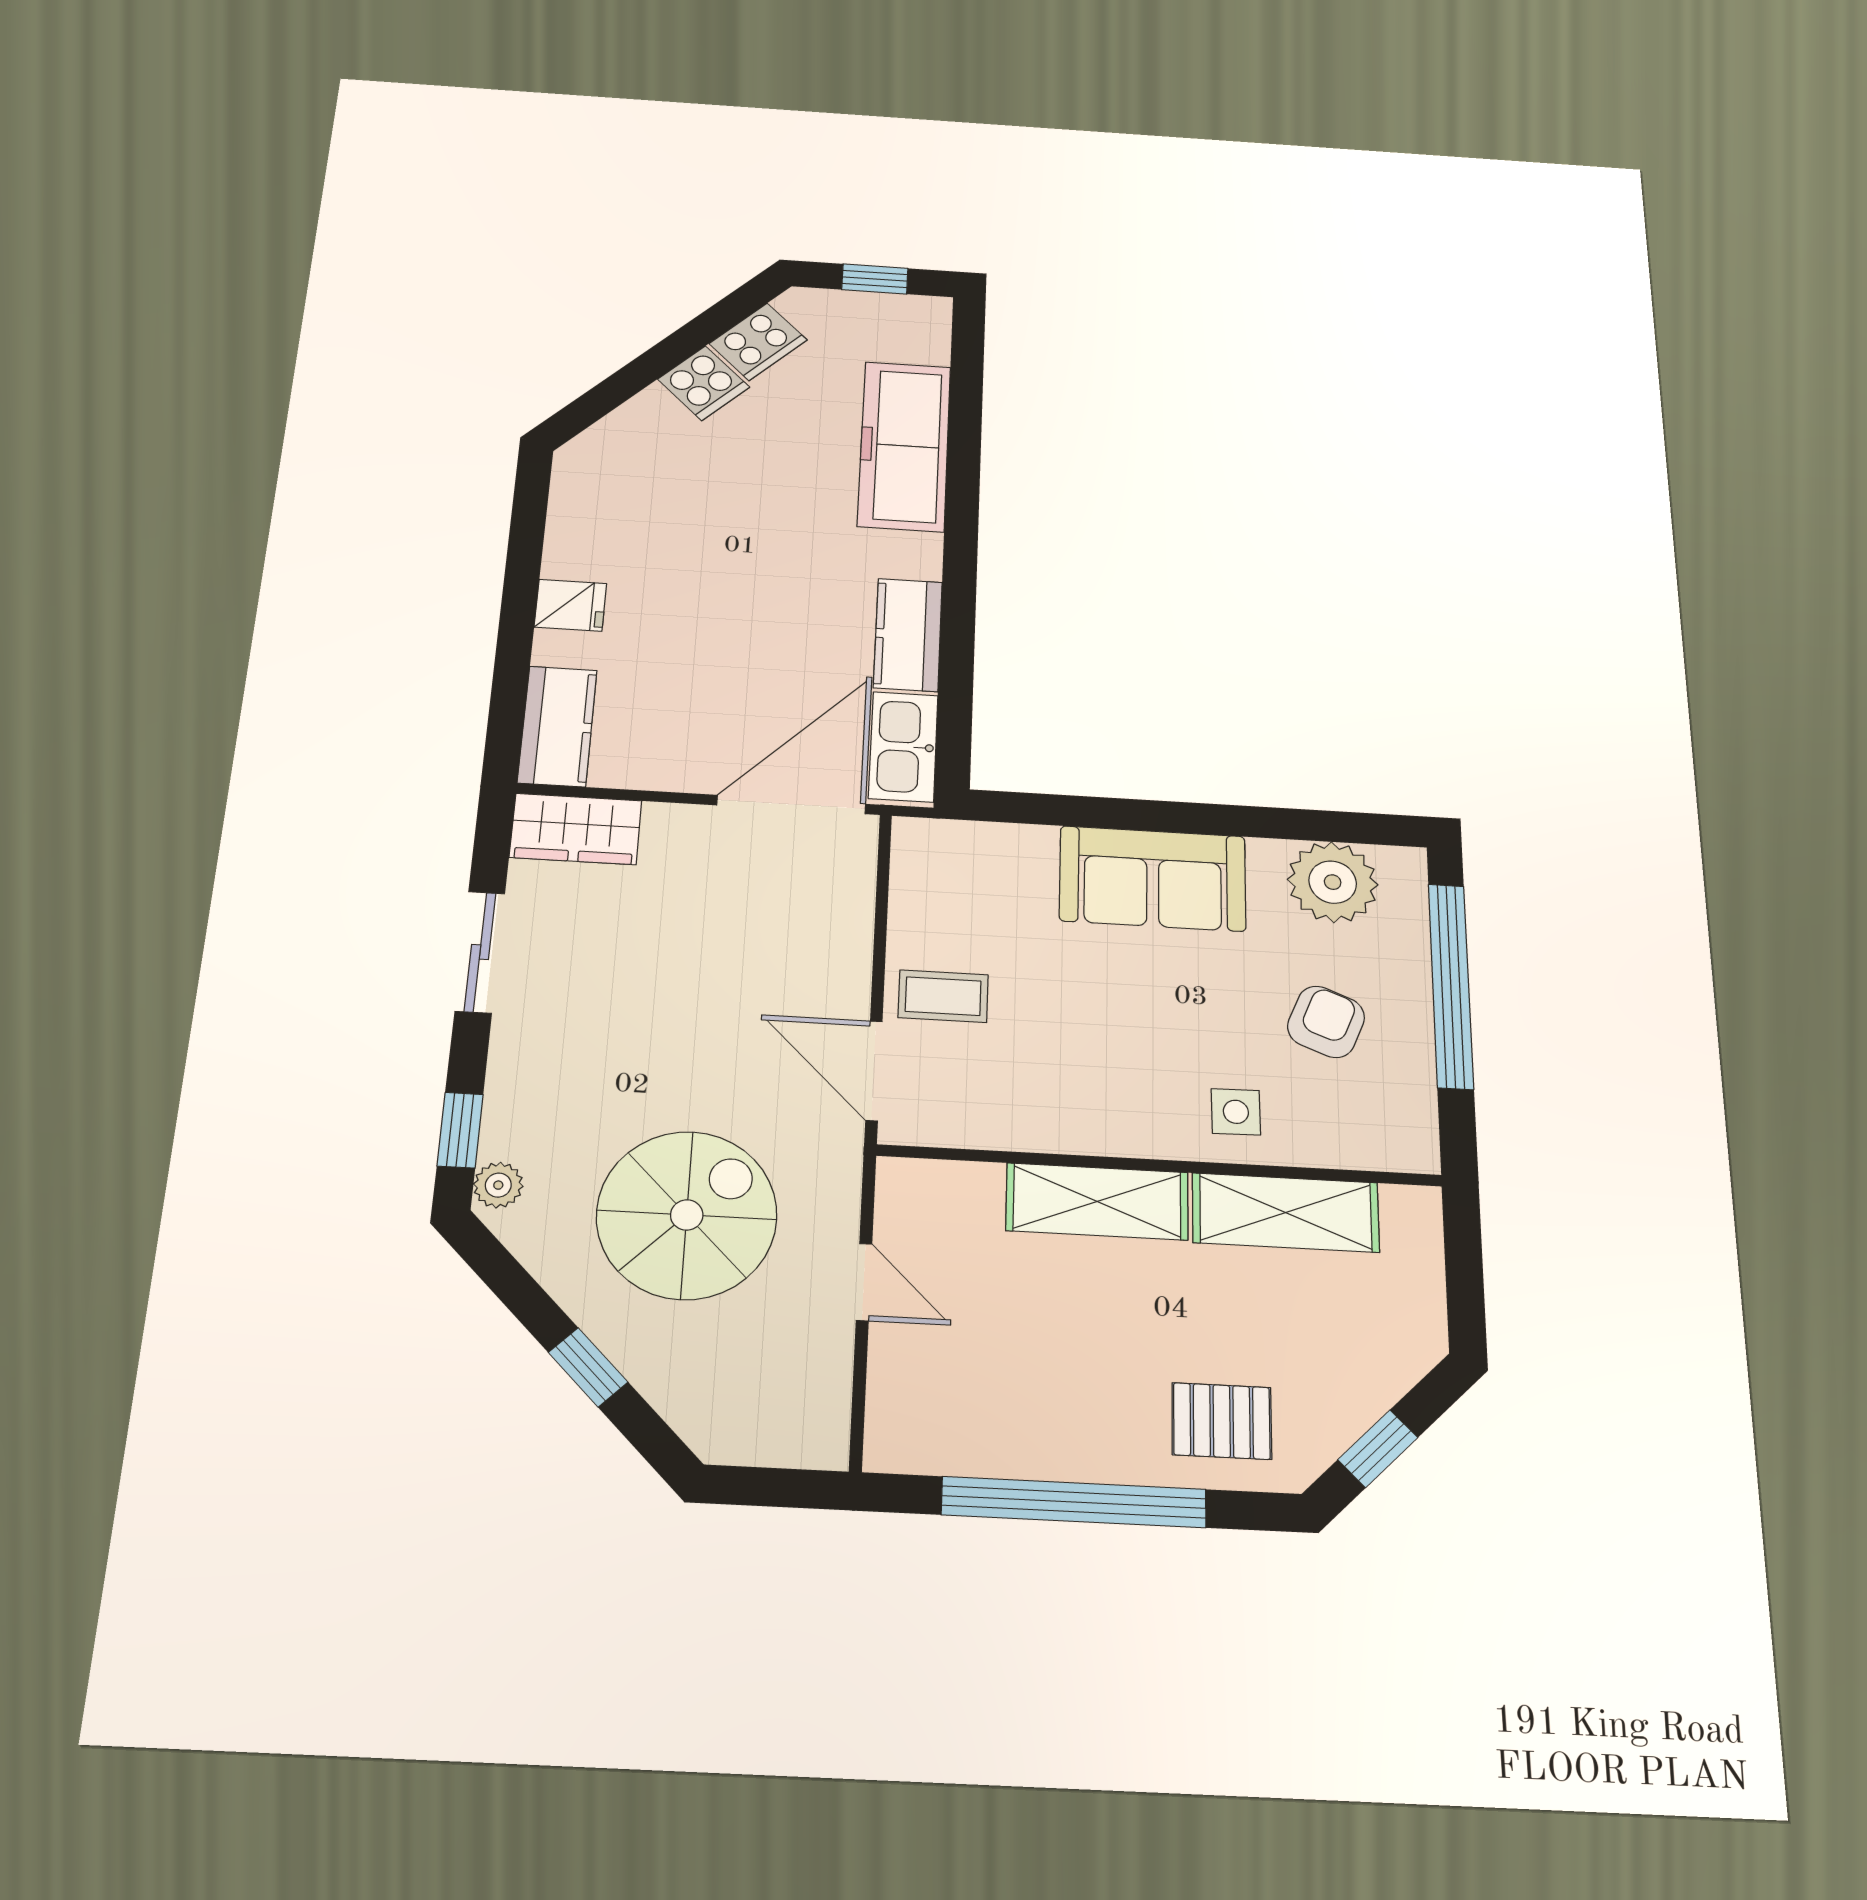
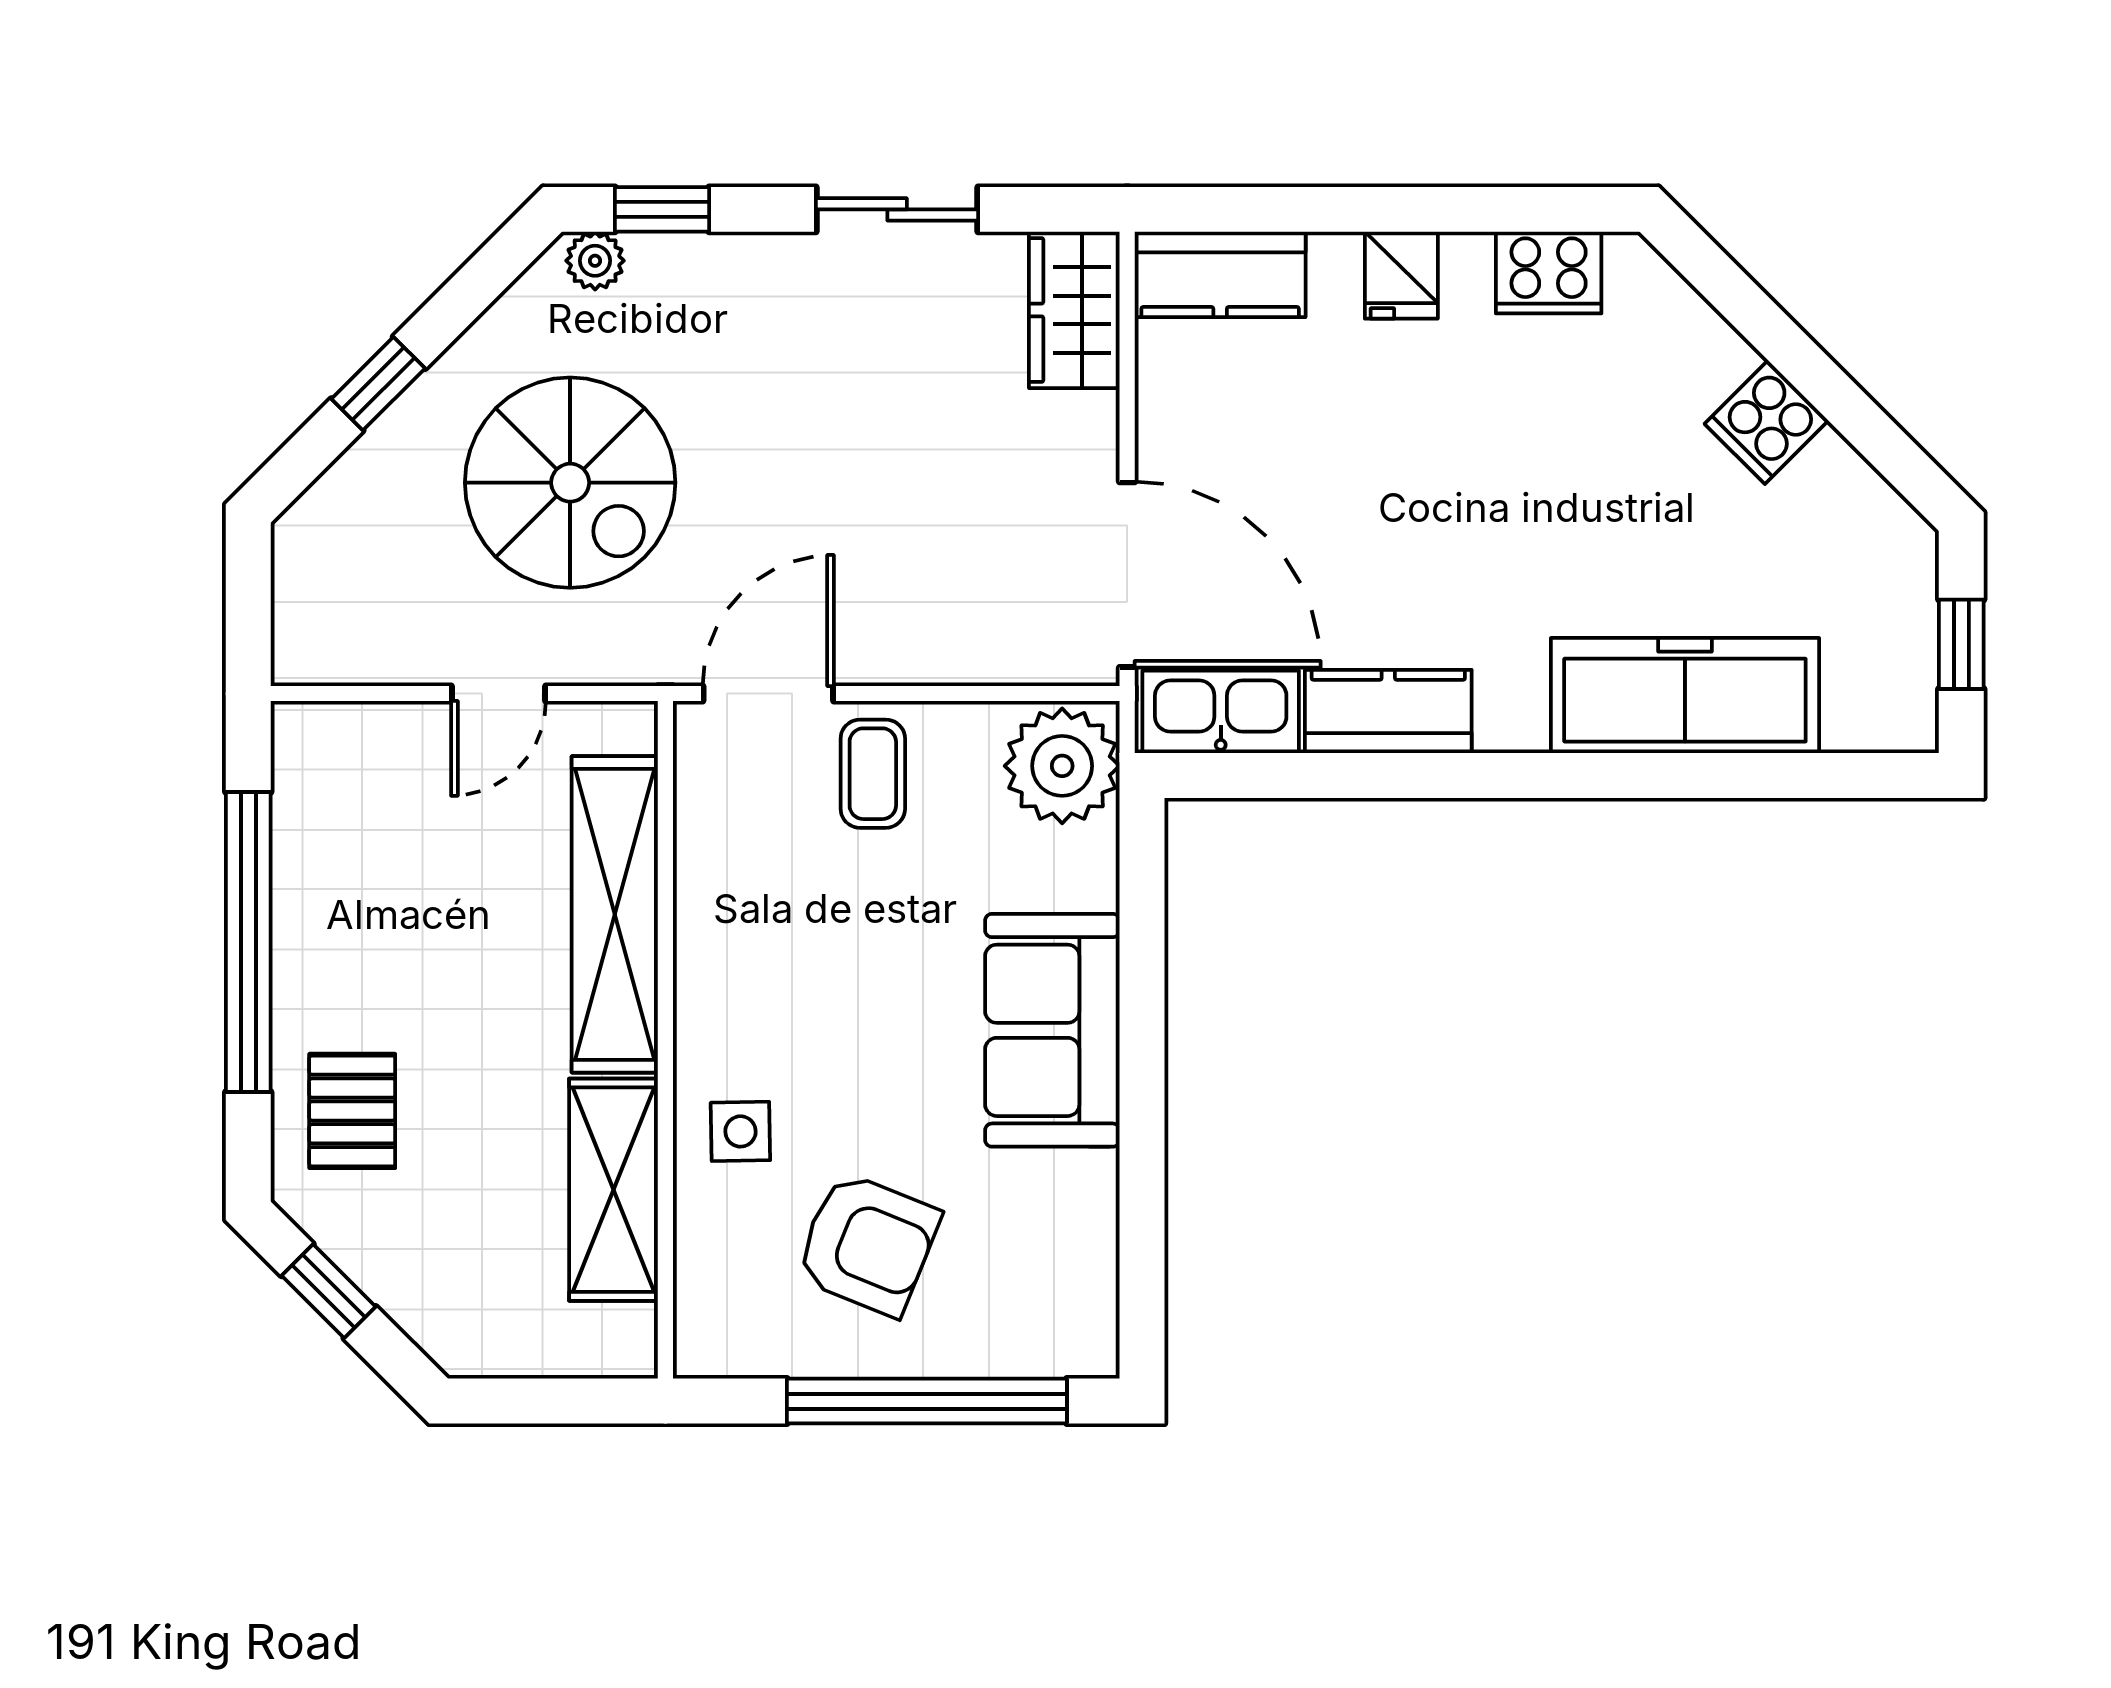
cooker: (758, 342) -> (1549, 273), moved, turned -45
plant: (1333, 882) -> (1062, 766), moved
armchair: (1326, 1022) -> (867, 1244), width x1.38, depth x1.38
shelving: (1097, 1201) -> (615, 914), width x1.47

